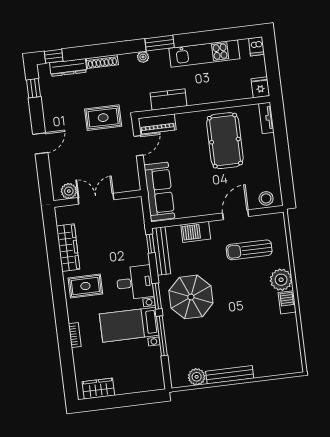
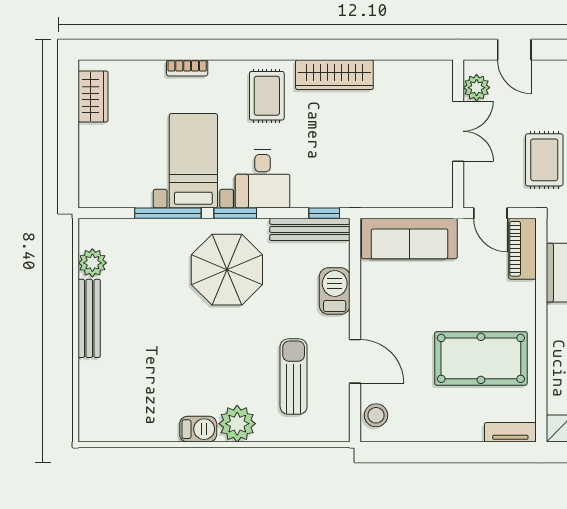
plant: (69, 191) -> (477, 88), moved
double door: (96, 199) -> (458, 131), moved
wall: (98, 199) -> (458, 134), moved

